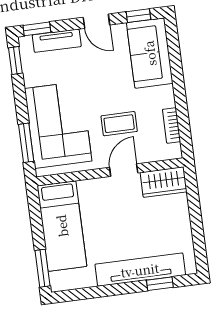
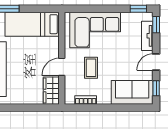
window: (26, 143) -> (87, 9), removed
door: (124, 170) -> (62, 67), swing flipped

